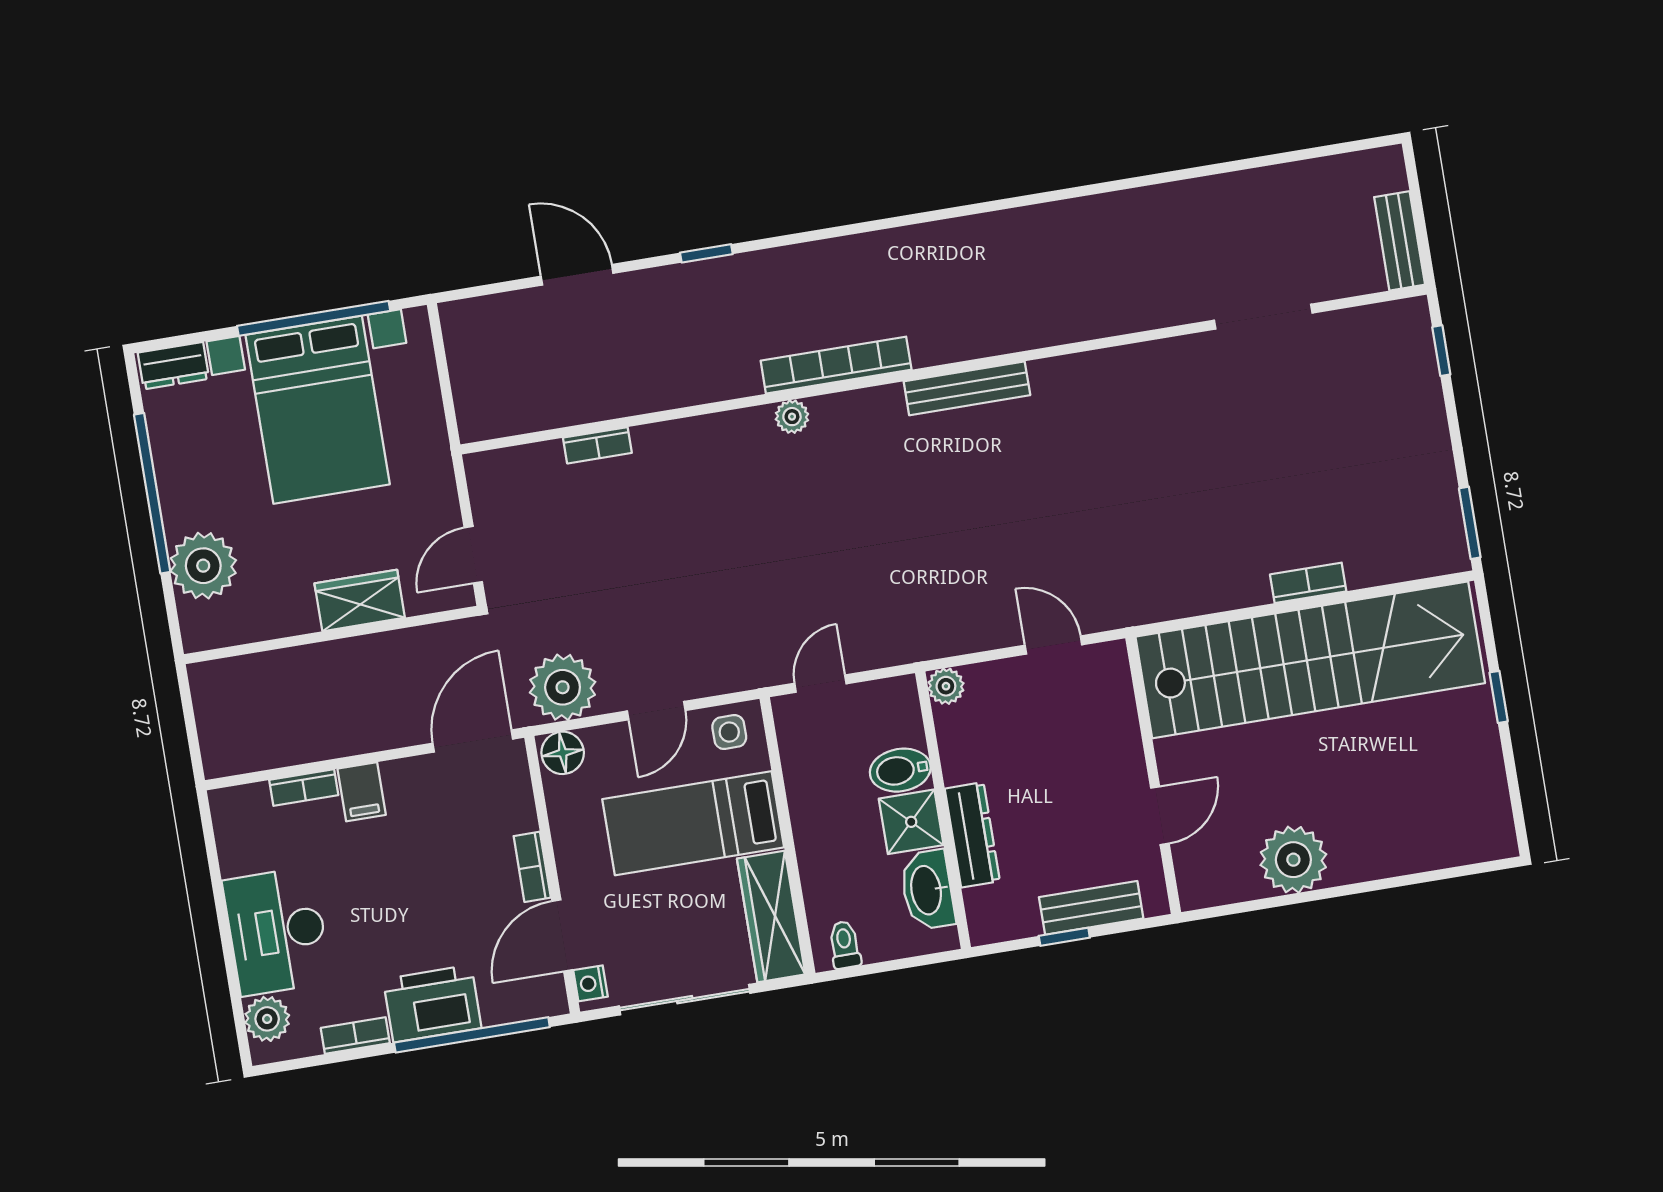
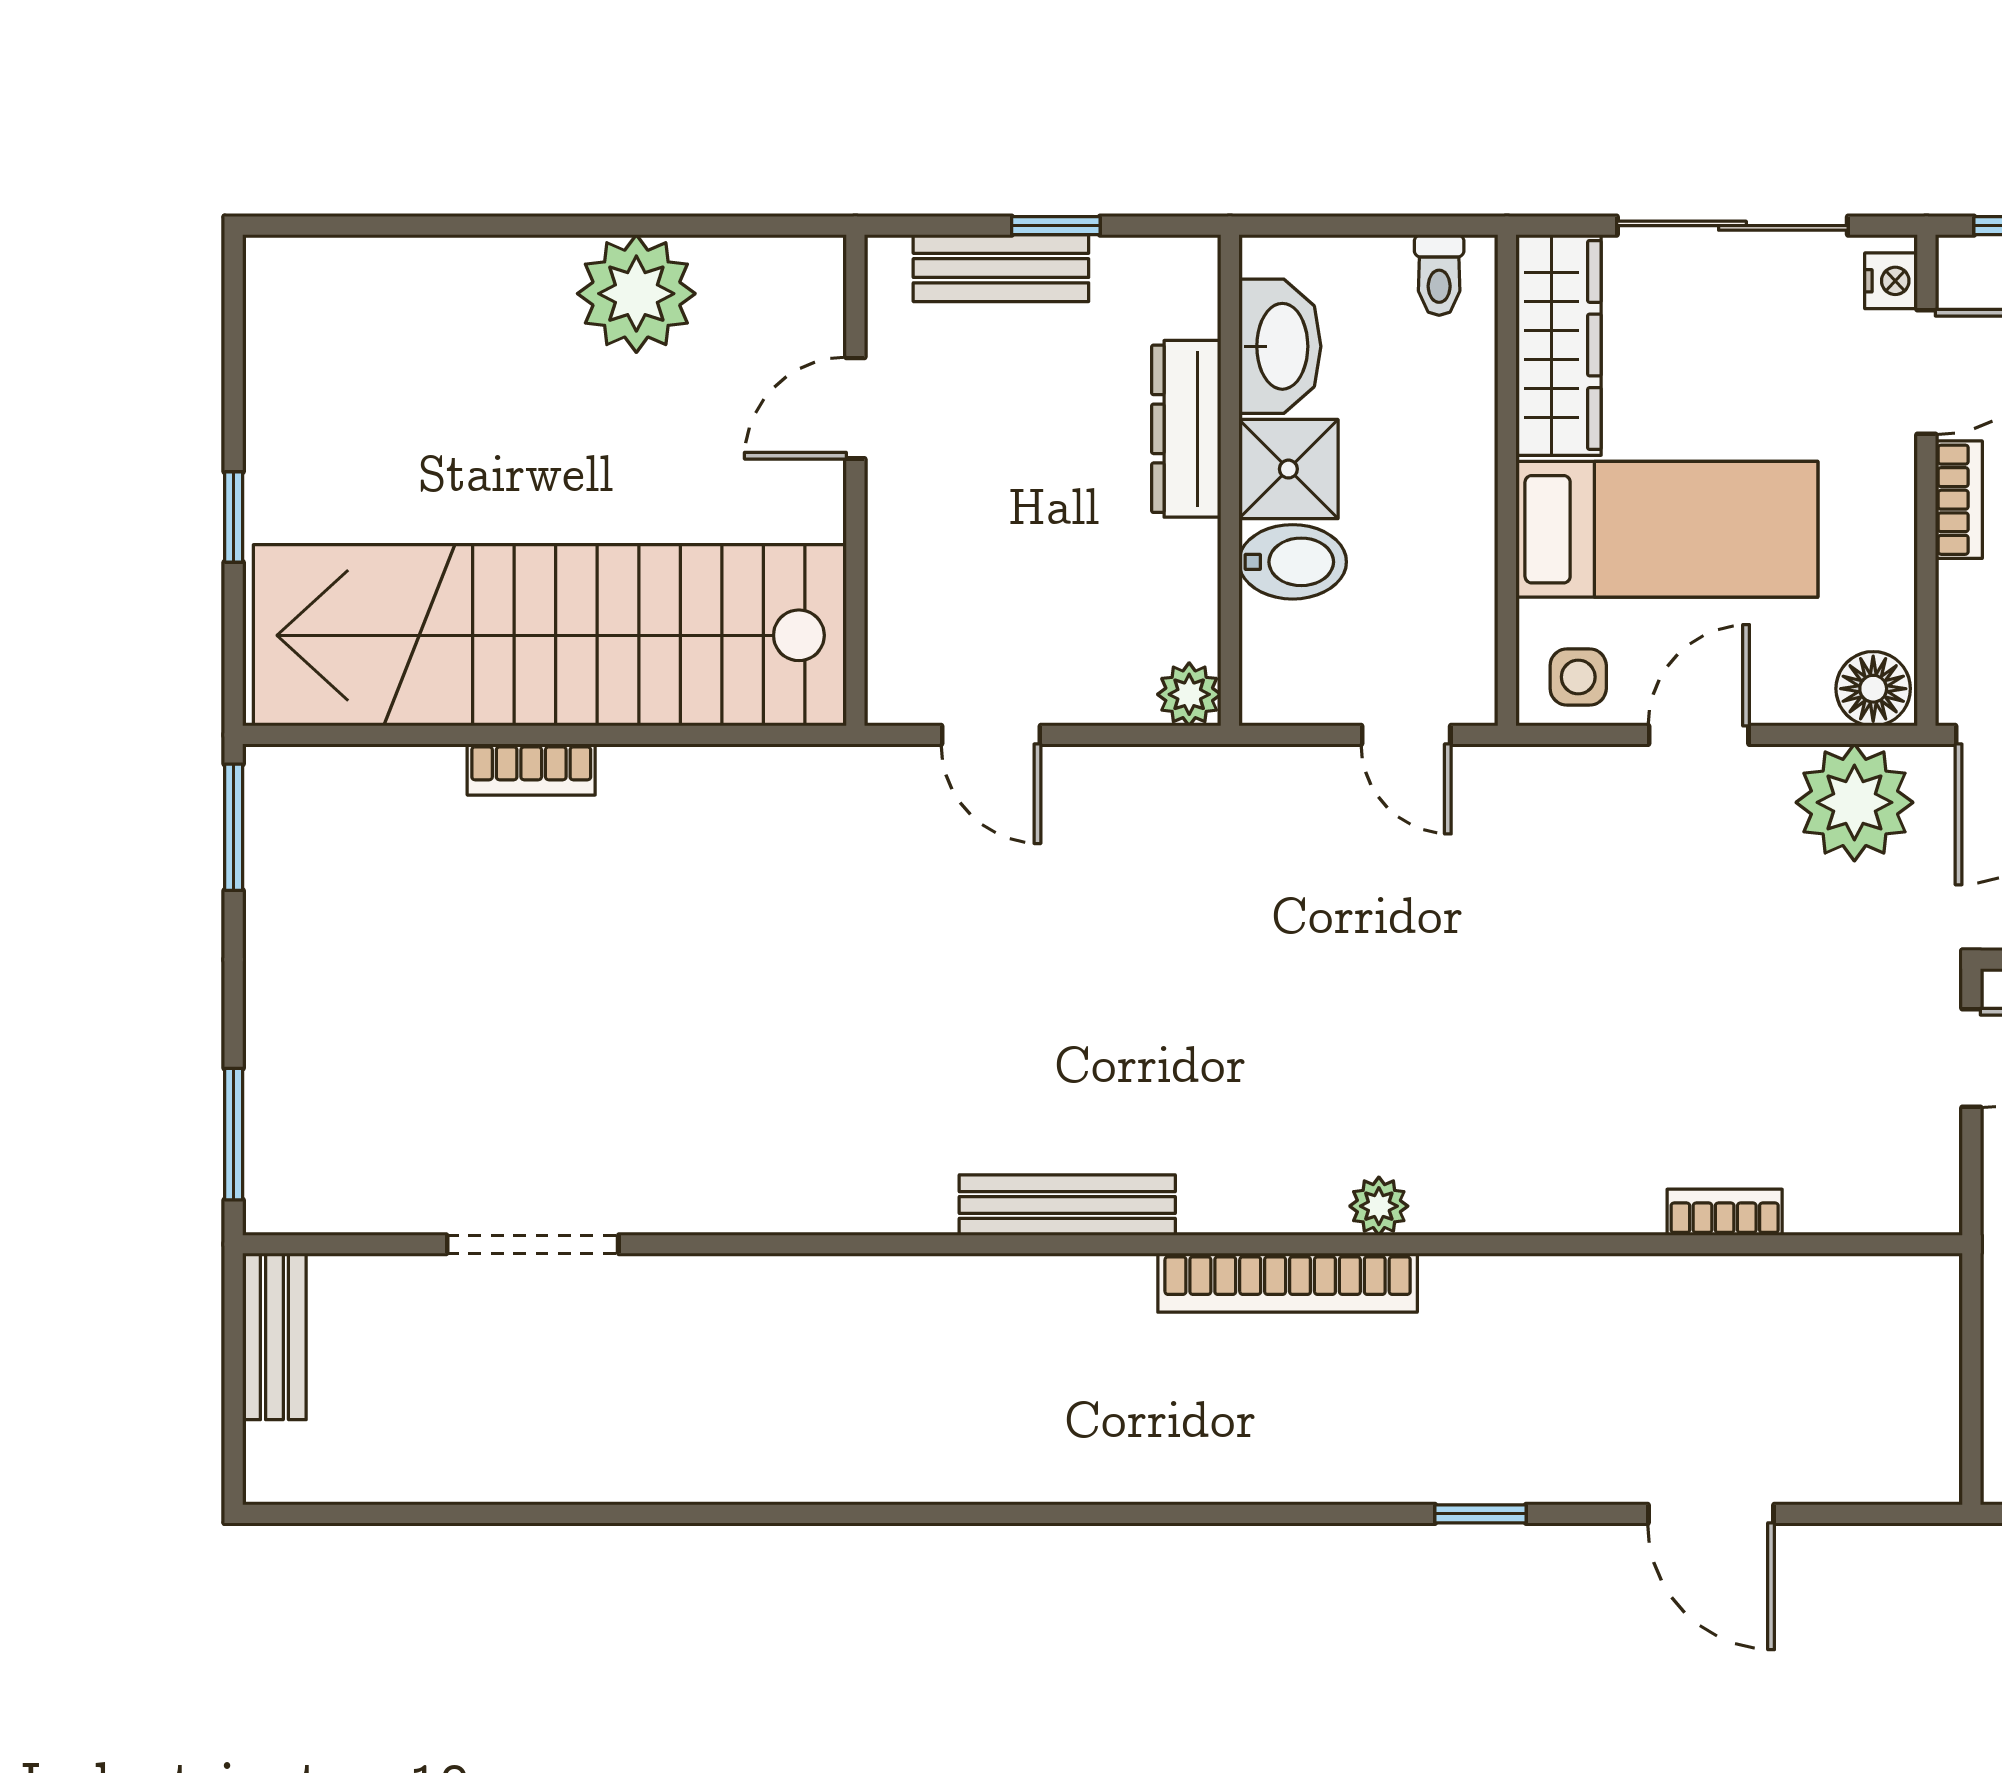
window: (1441, 351) -> (234, 1134), width x1.50
door: (820, 684) -> (1406, 735), hinge flipped

